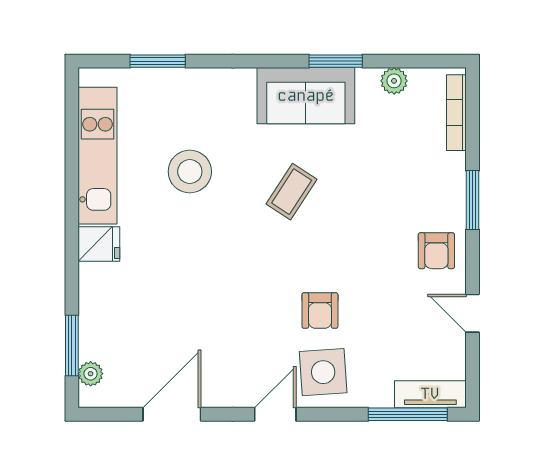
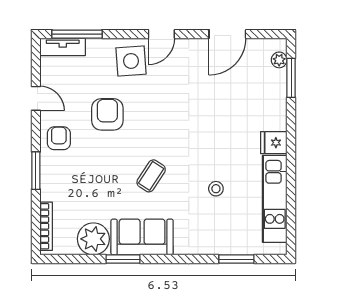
plant: (394, 81) -> (93, 239), width x1.88, depth x1.88
stool: (190, 172) -> (216, 189), width x0.53, depth x0.53
armchair: (320, 311) -> (107, 114), moved, width x1.38, depth x1.38

